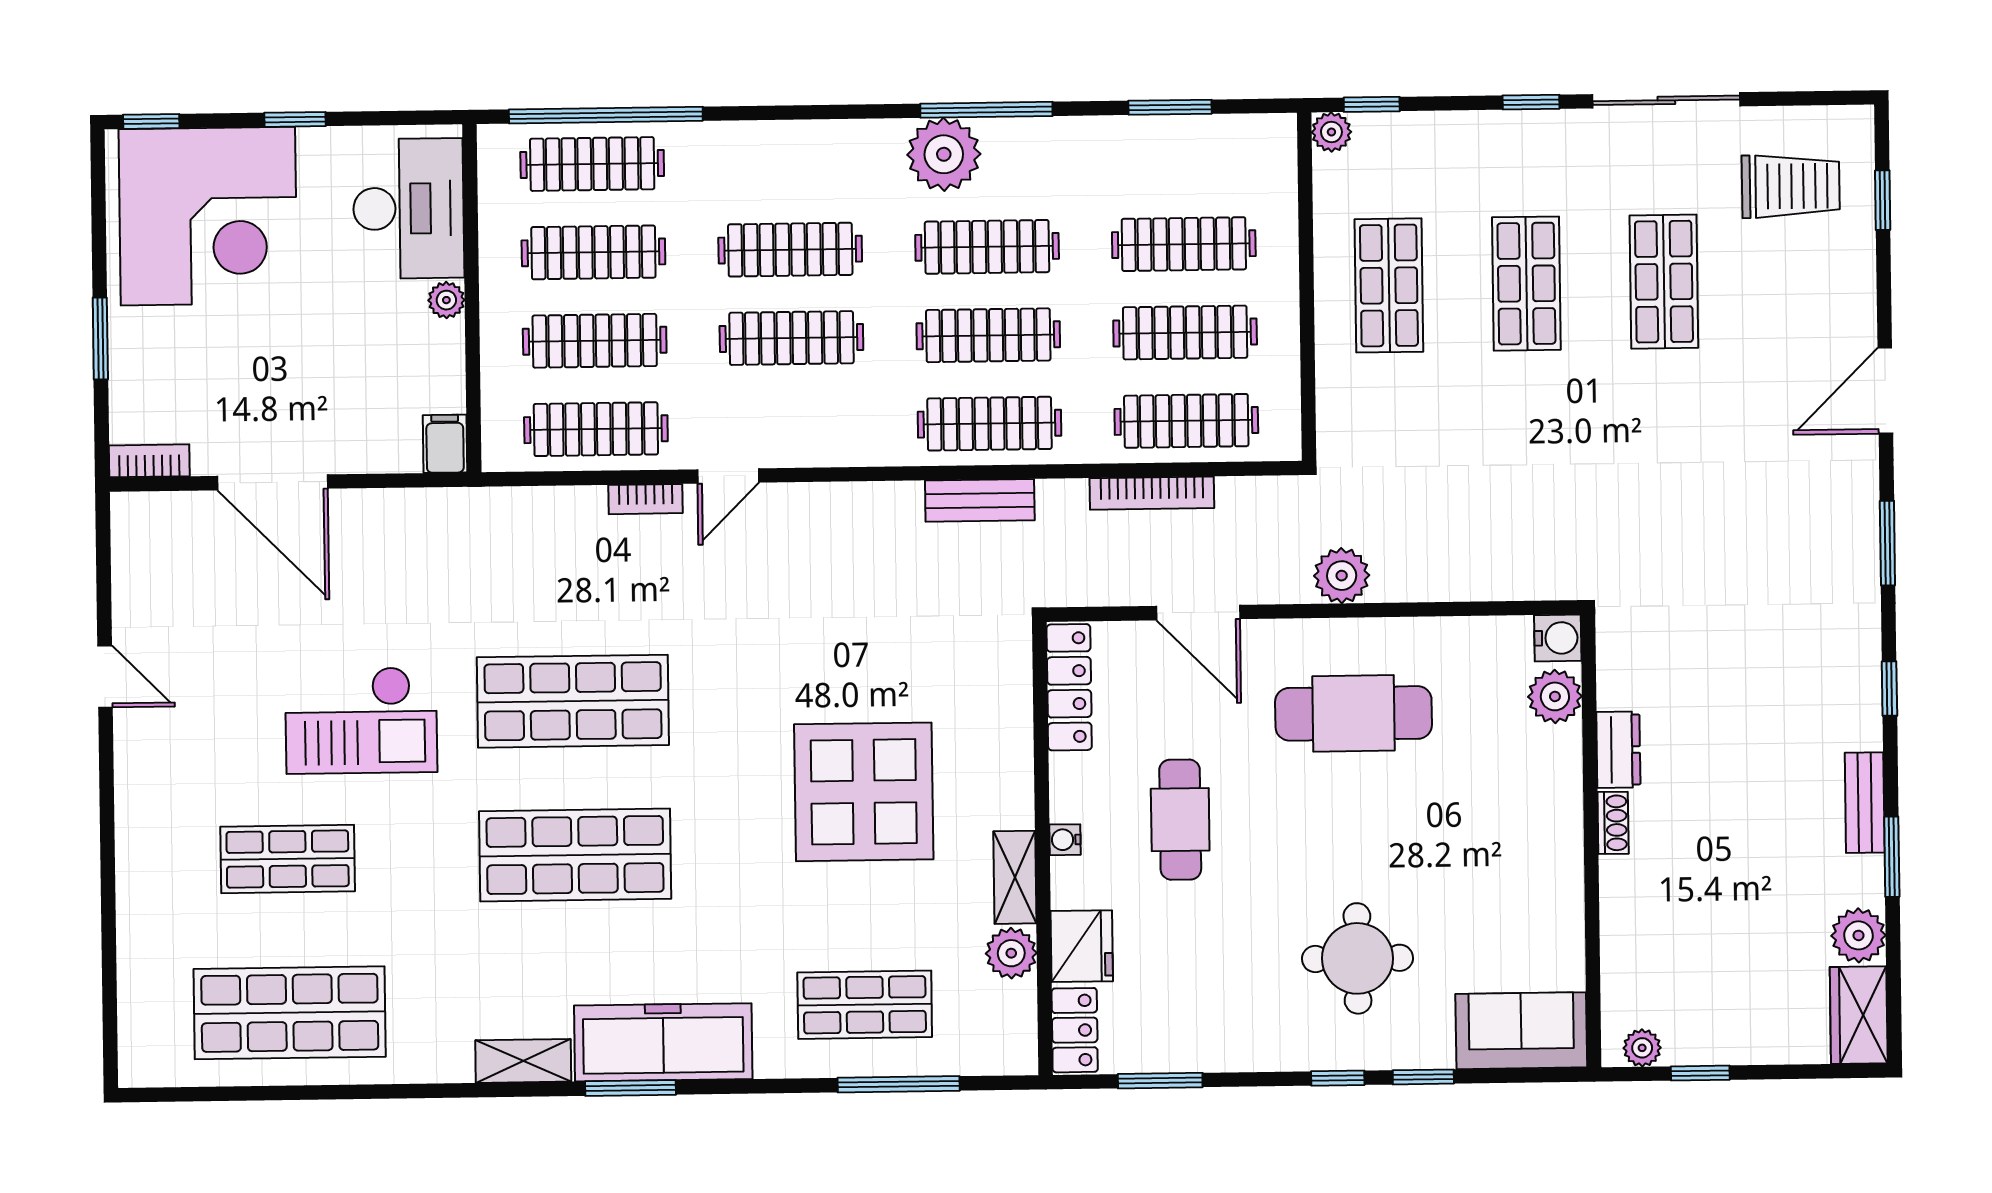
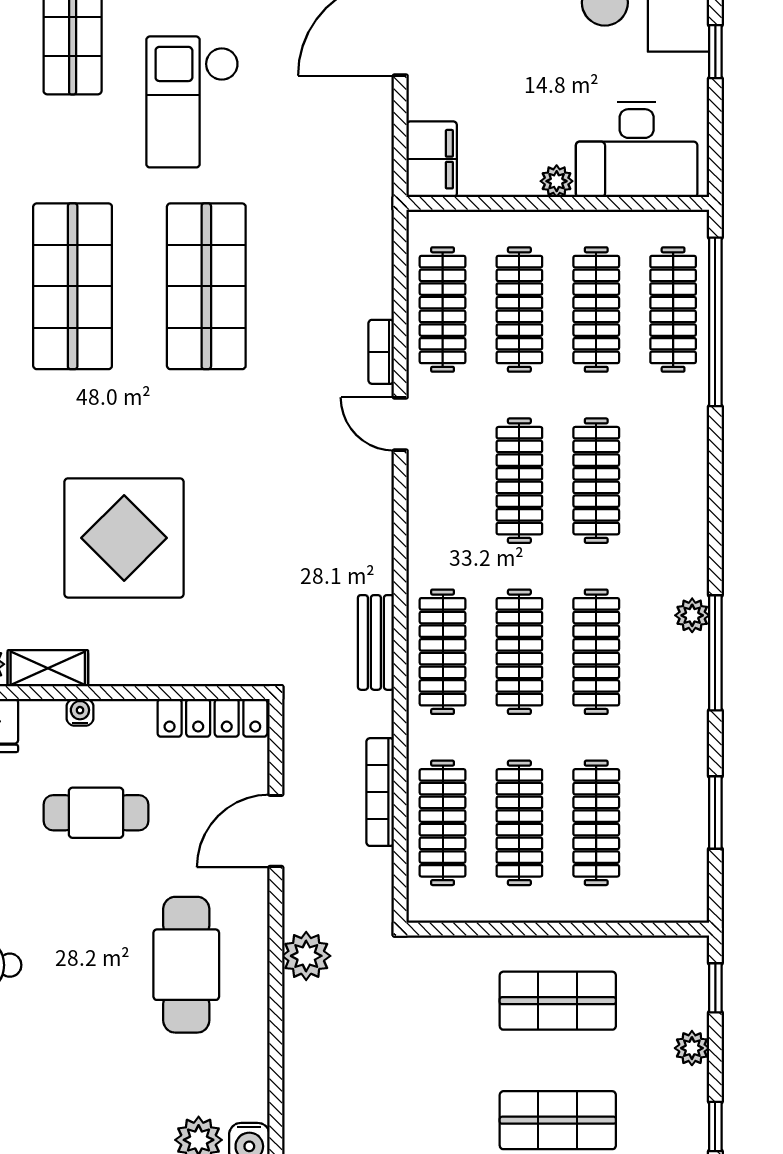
plant: (1331, 132) -> (692, 1048), moved
plant: (944, 154) -> (692, 615), width x0.53, depth x0.53
filing cabinet: (445, 444) -> (432, 159), width x2.00

